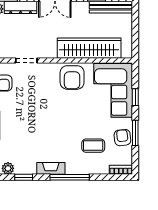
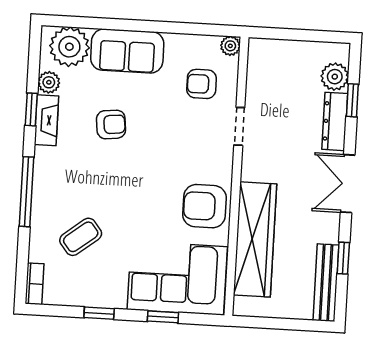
window: (135, 133) -> (99, 313), width x0.67
armchair: (122, 138) -> (111, 124), moved
coffee table: (93, 146) -> (81, 237), turned 52
fireplace: (51, 168) -> (47, 120), moved

